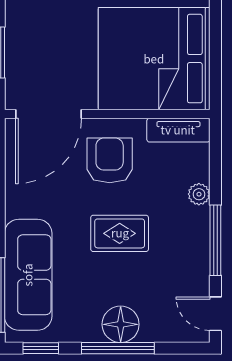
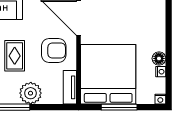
window: (215, 38) -> (119, 107), added
plant: (199, 194) -> (31, 93), width x1.87, depth x1.87

